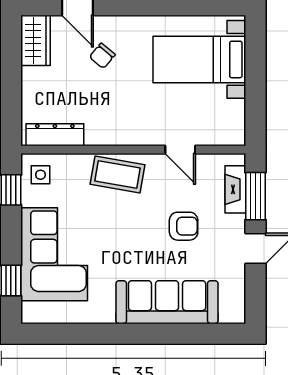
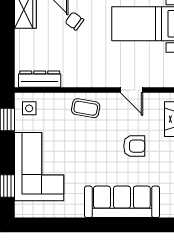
chair: (102, 56) -> (74, 21), turned 86
coffee table: (118, 175) -> (86, 108), width x0.73, depth x0.77

